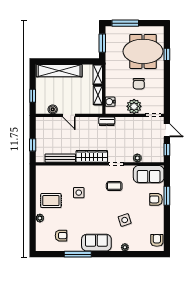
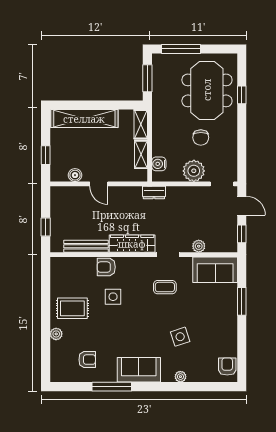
meeting table: (143, 51) -> (207, 90), turned 90
armchair: (156, 199) -> (106, 267), moved

